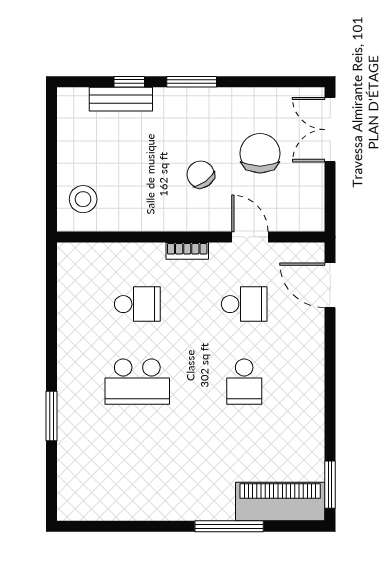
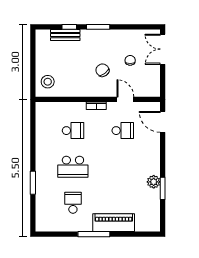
chair: (260, 153) -> (130, 60), width x0.54, depth x0.54
school desk: (244, 382) -> (73, 203), moved, turned 180
plant: (310, 414) -> (154, 182), added
window: (330, 485) -> (163, 188), moved
piano: (280, 502) -> (114, 223), moved
window: (229, 526) -> (94, 234), moved

